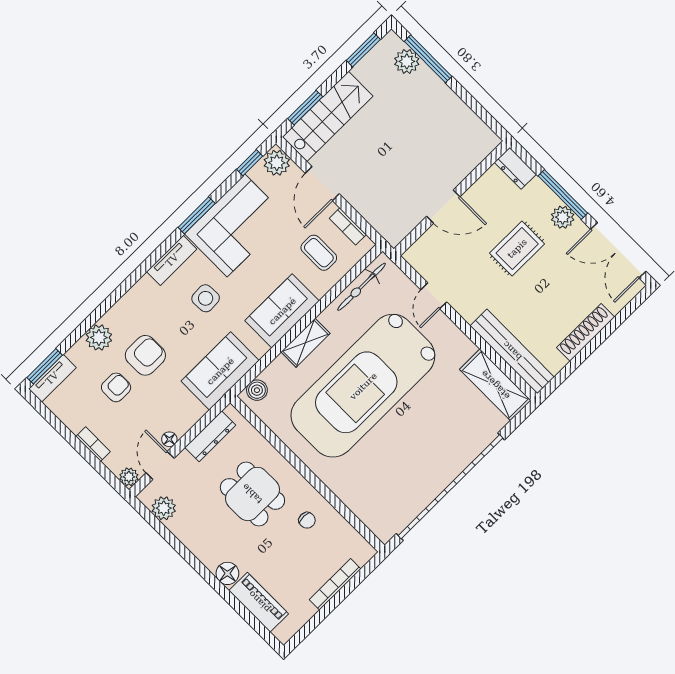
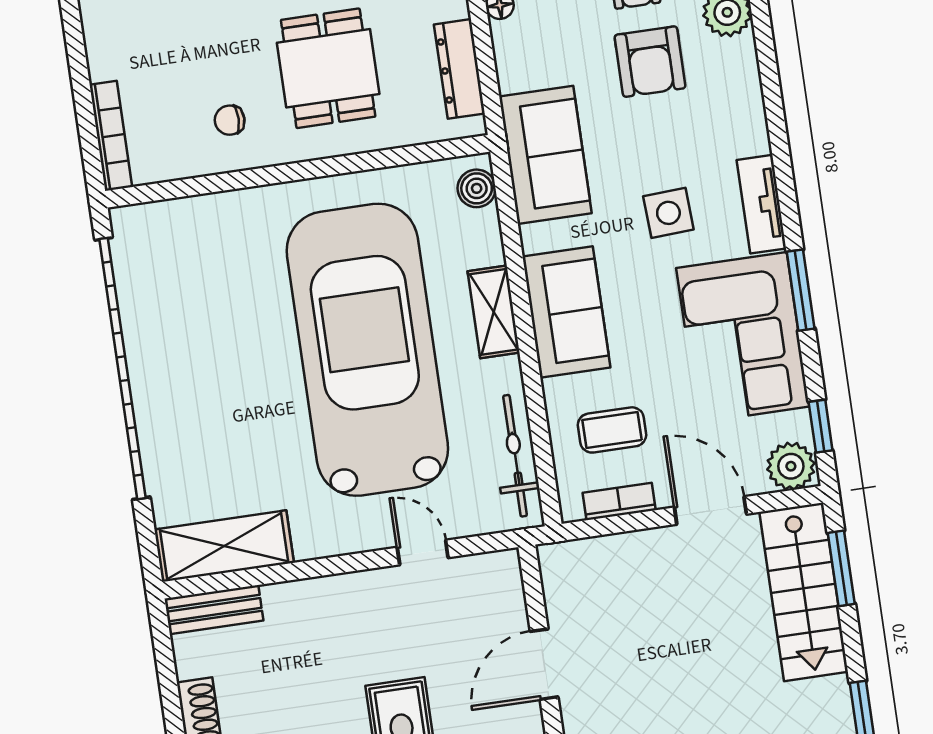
bench: (512, 351) -> (214, 610), width x0.54, depth x0.82
dining table: (252, 494) -> (328, 68), turned 90
bookcase: (335, 584) -> (111, 136), moved

